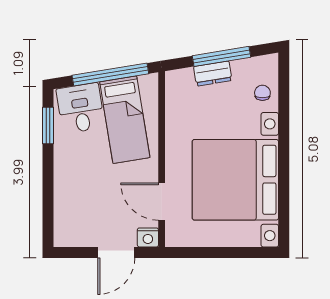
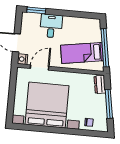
dresser: (213, 74) -> (100, 84), moved
desk: (81, 108) -> (51, 26), moved, turned -81
window: (48, 125) -> (36, 10), moved

